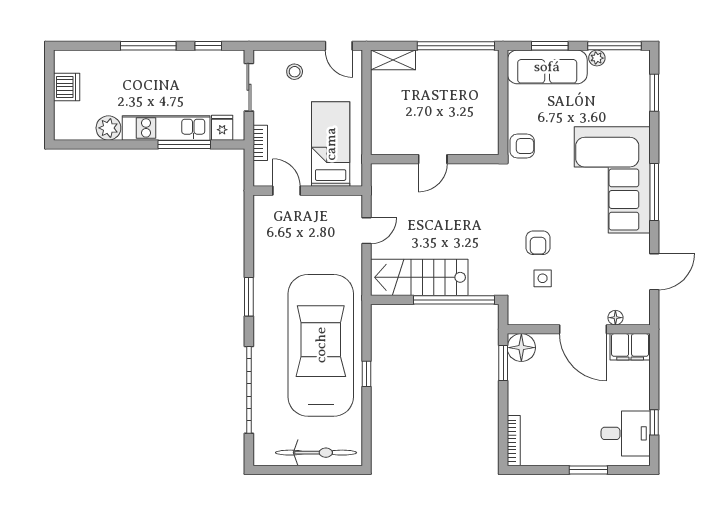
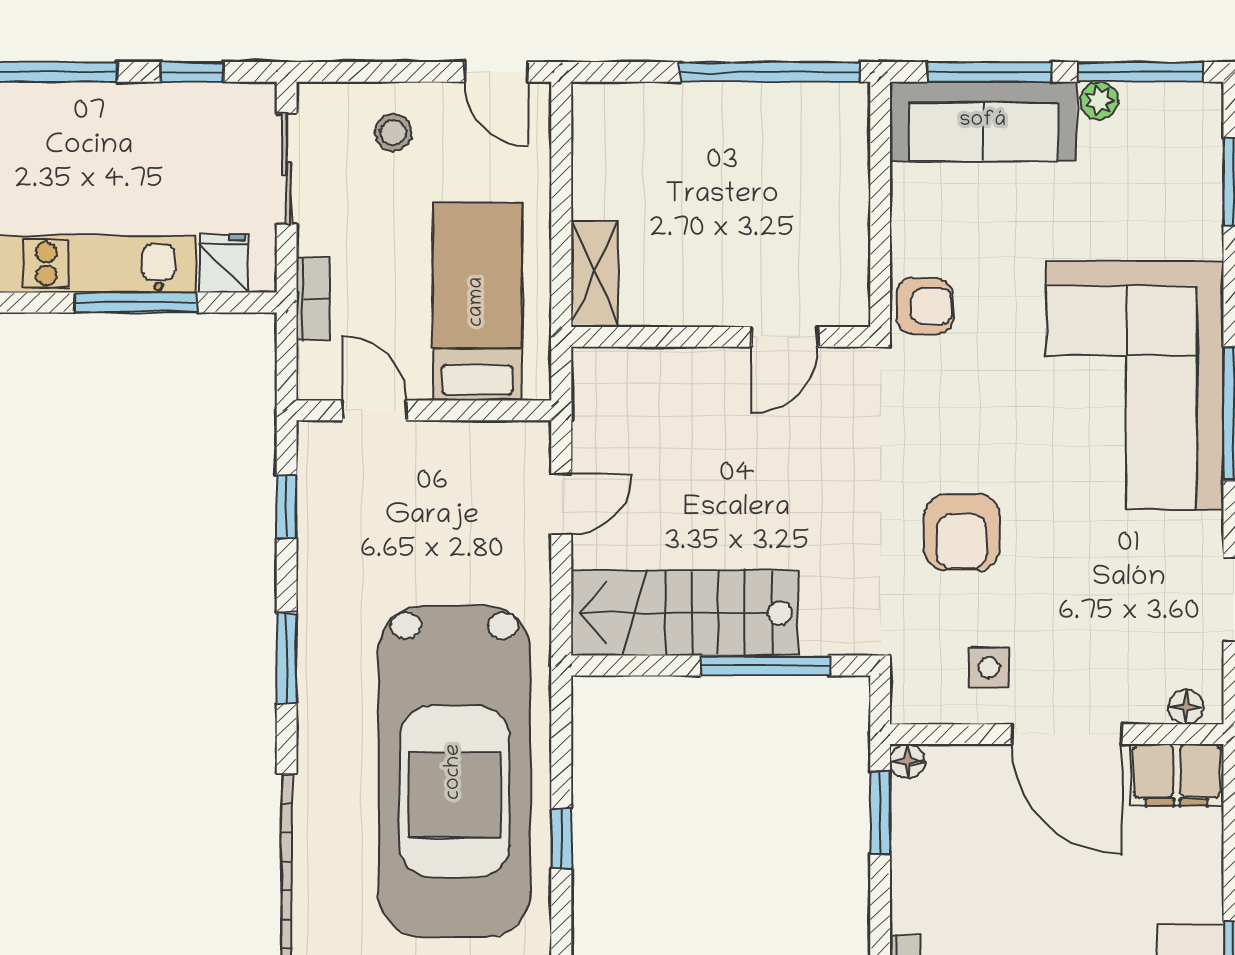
window: (550, 46) -> (989, 72), width x1.44
shelving: (393, 60) -> (595, 273), moved, turned 90
door: (433, 159) -> (785, 337), moved
window: (249, 232) -> (287, 507), added
armchair: (538, 243) -> (962, 532), width x1.38, depth x1.38
side table: (543, 278) -> (989, 667), moved
window: (454, 300) -> (765, 665), width x0.68
floor lamp: (615, 318) -> (1186, 707), moved
car: (321, 345) -> (454, 772), turned 180
floor lamp: (521, 348) -> (907, 761), width x0.53, depth x0.53

